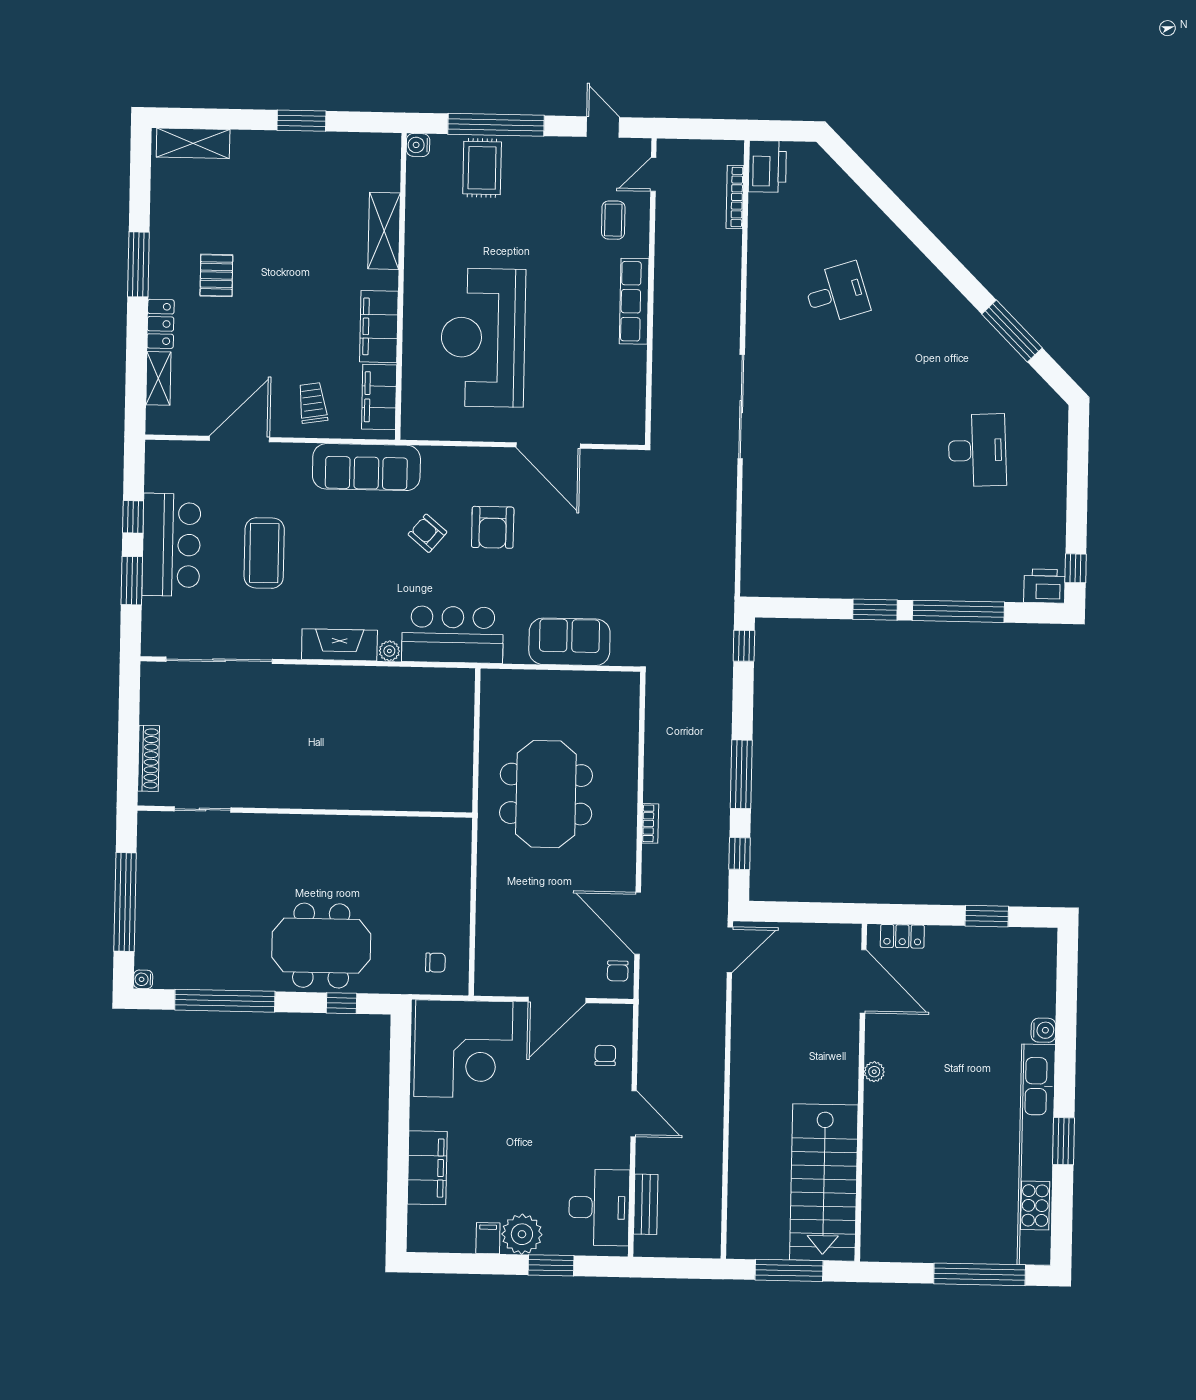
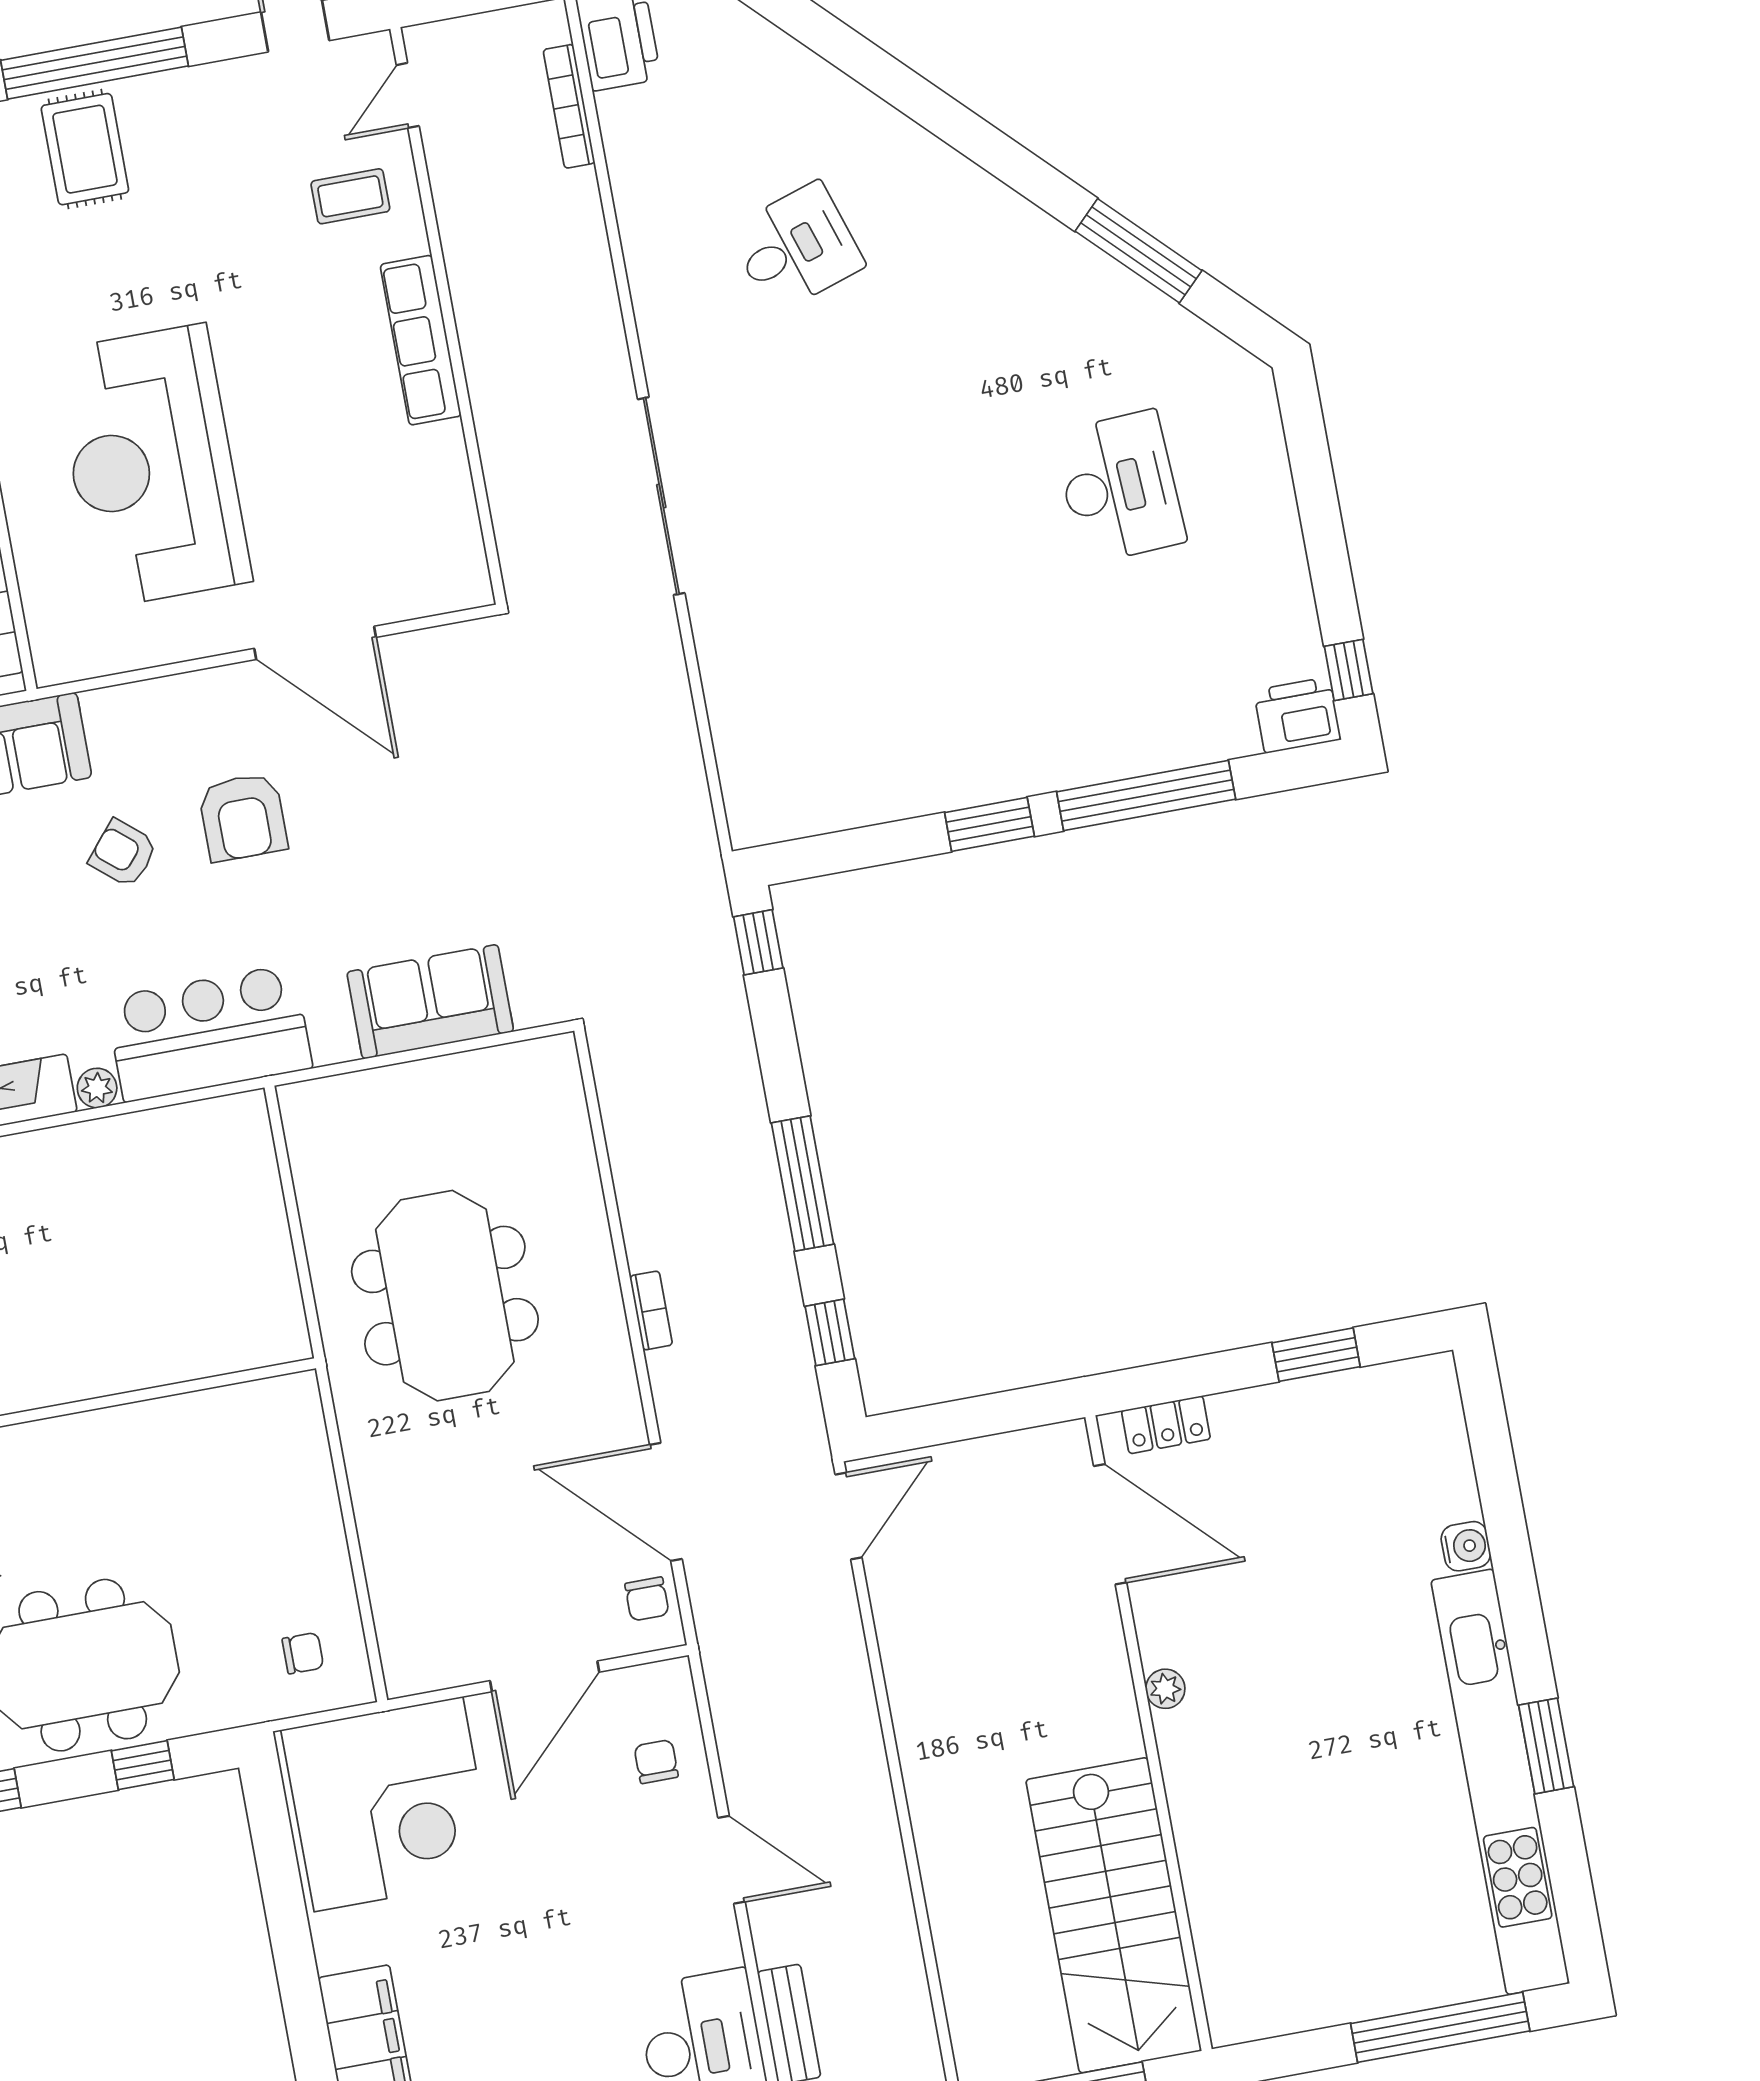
coffee table: (613, 220) -> (350, 196), turned 90

